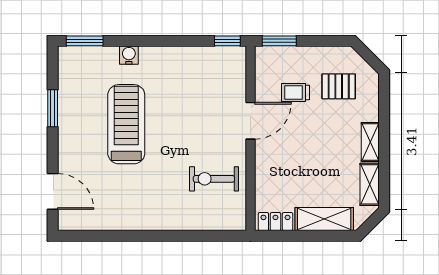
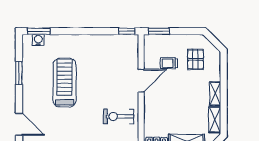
water cooler: (129, 55) -> (38, 40), moved
pallet: (339, 86) -> (196, 59), turned 90

